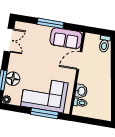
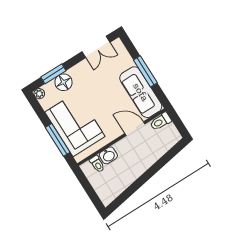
sofa: (66, 38) -> (141, 92), width x1.36
toilet: (104, 44) -> (161, 122), moved

